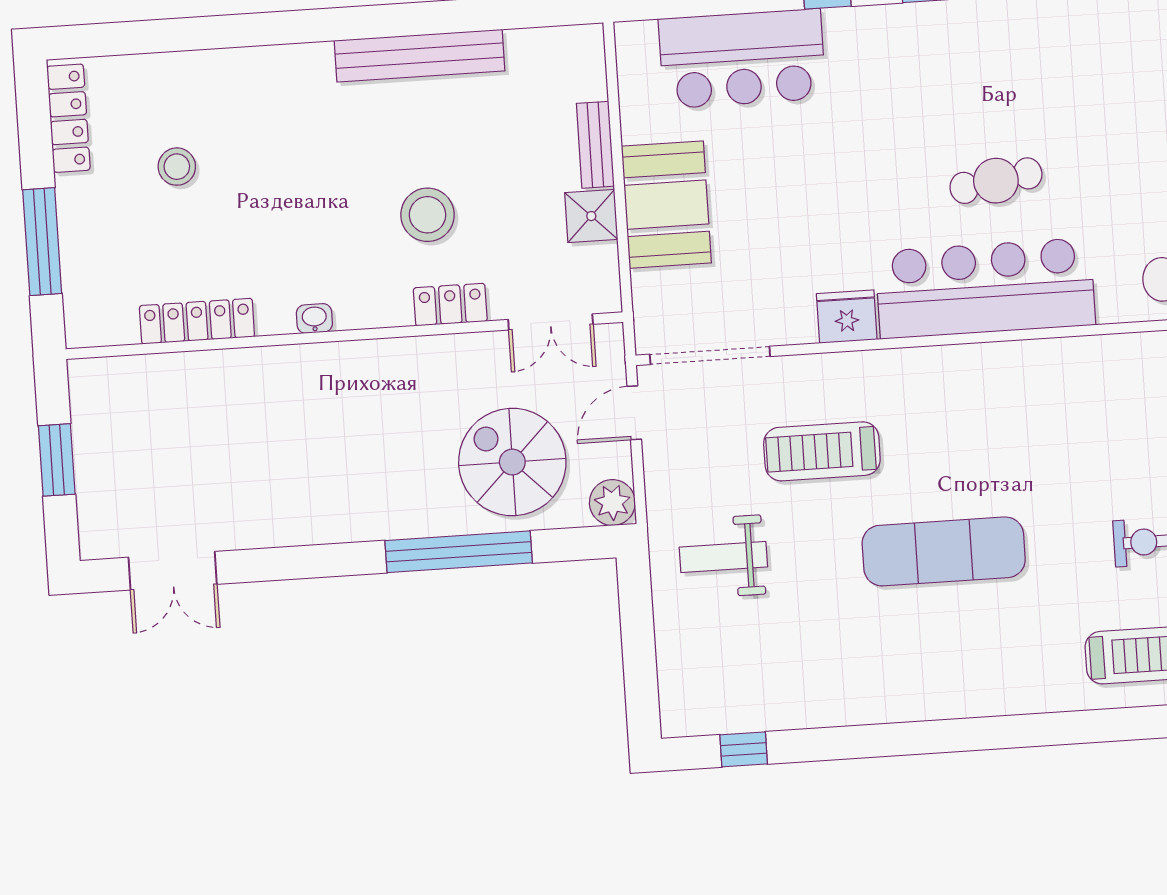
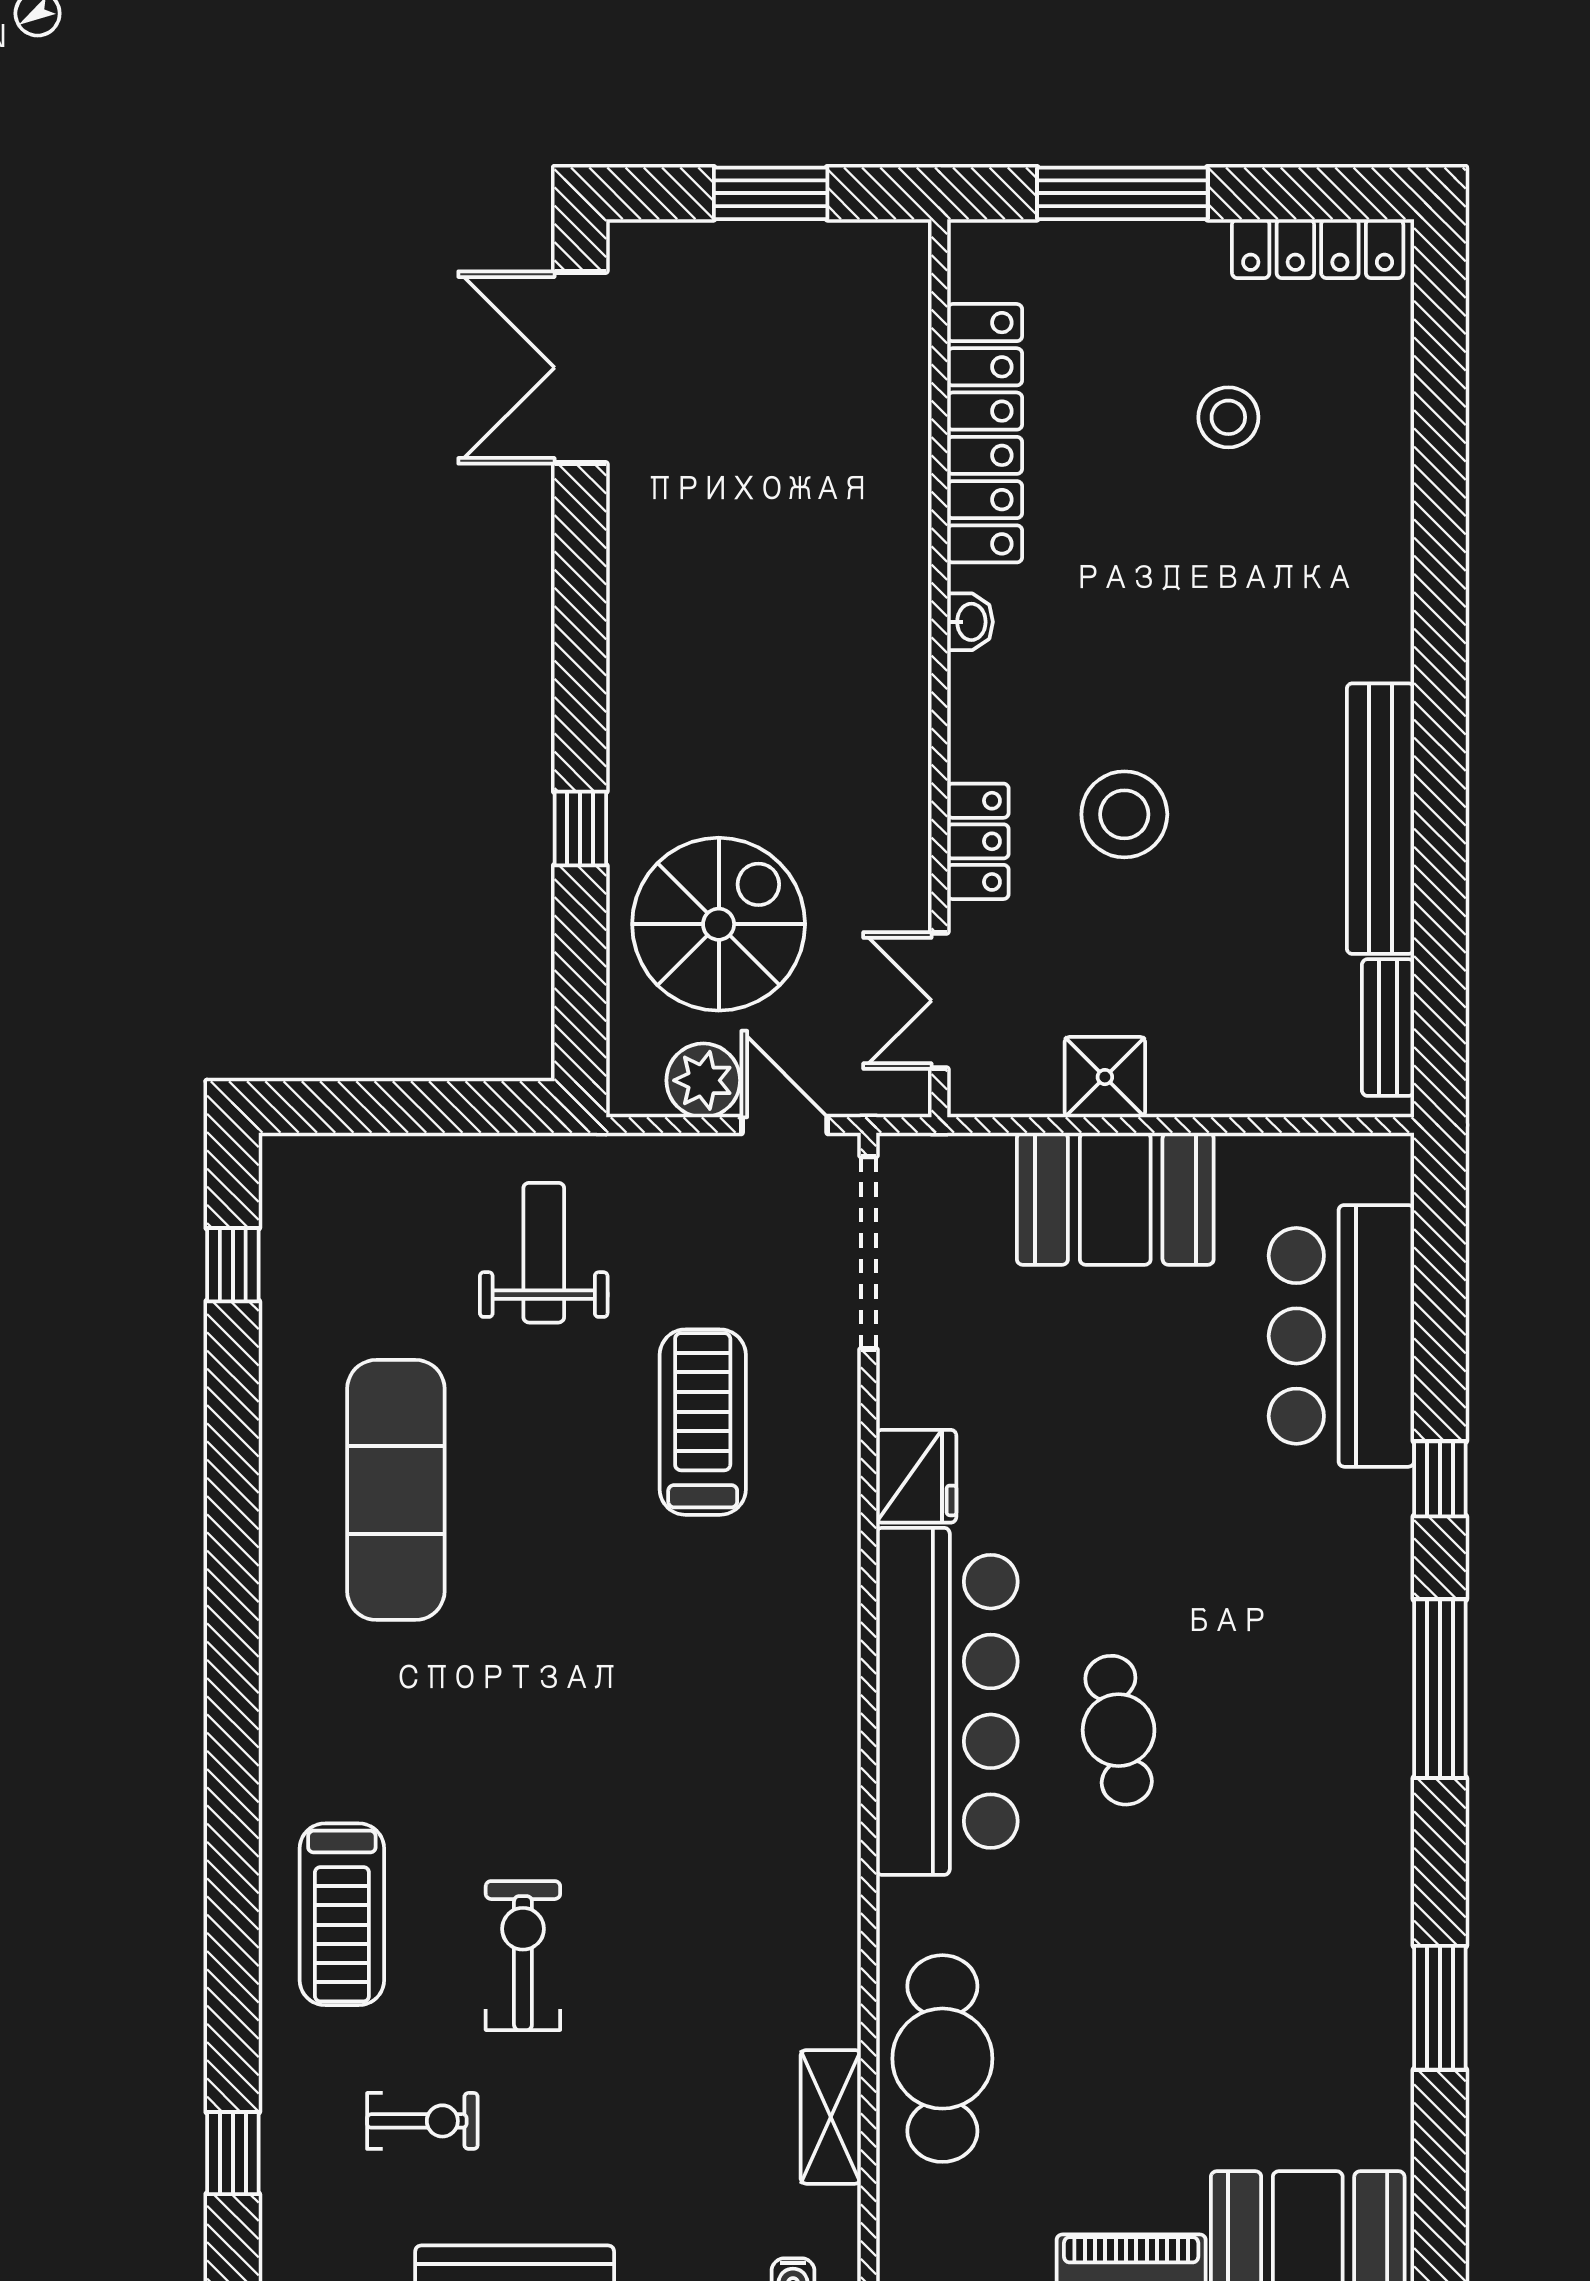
bench: (595, 145) -> (1388, 1028), moved, turned 90
locker: (197, 321) -> (985, 433), width x1.41, depth x1.21
plant: (612, 503) -> (703, 1080), moved
exercise mat: (944, 551) -> (396, 1490), moved
window: (459, 552) -> (580, 828), width x0.32
double door: (173, 571) -> (580, 368), width x1.37

